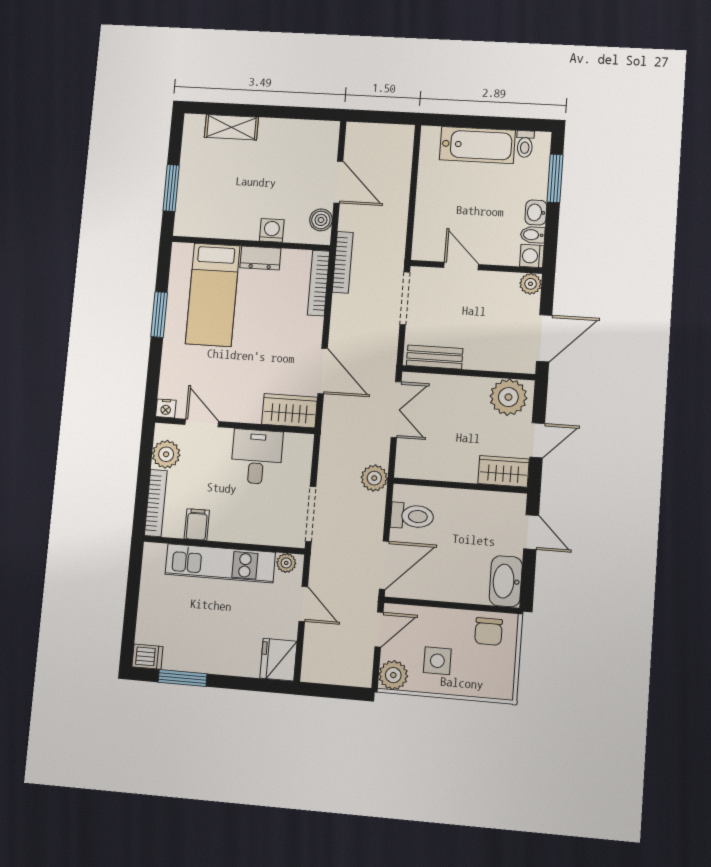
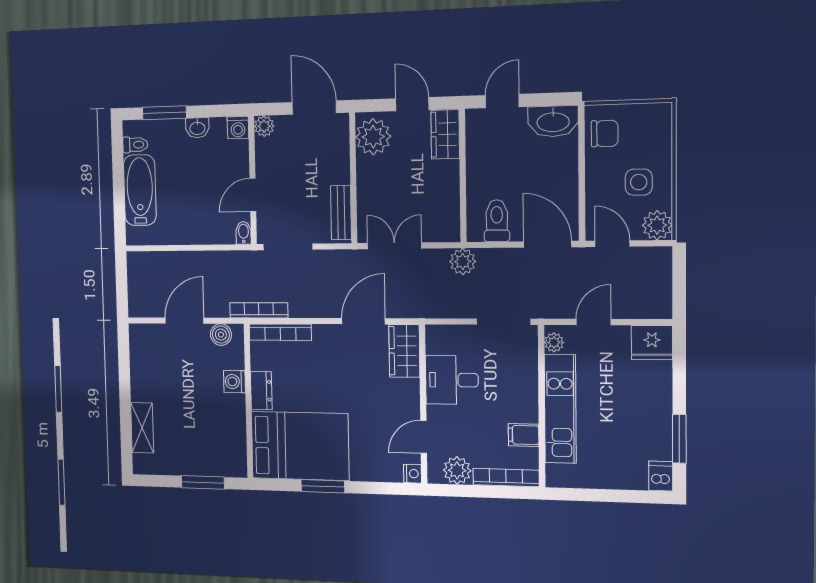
bidet: (533, 235) -> (244, 233), moved, turned 180
bed: (213, 295) -> (300, 446), width x1.50

